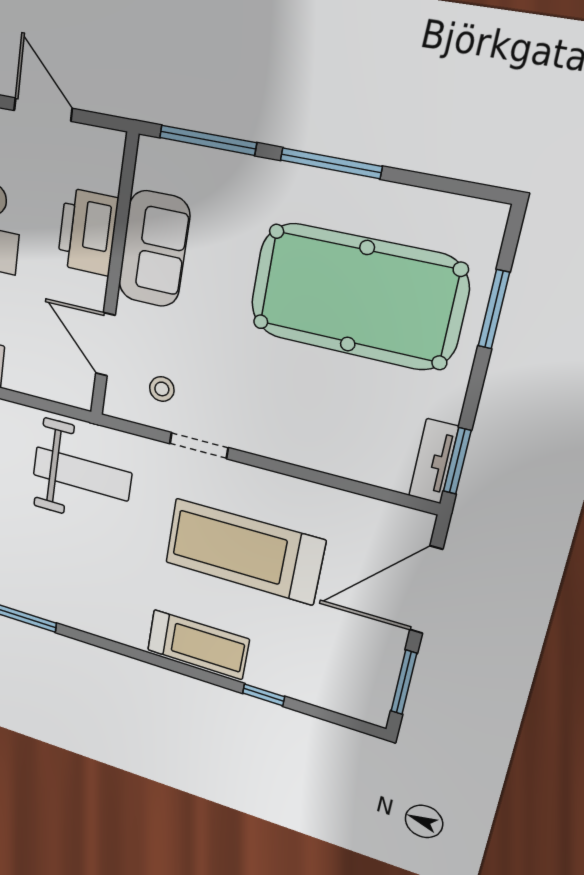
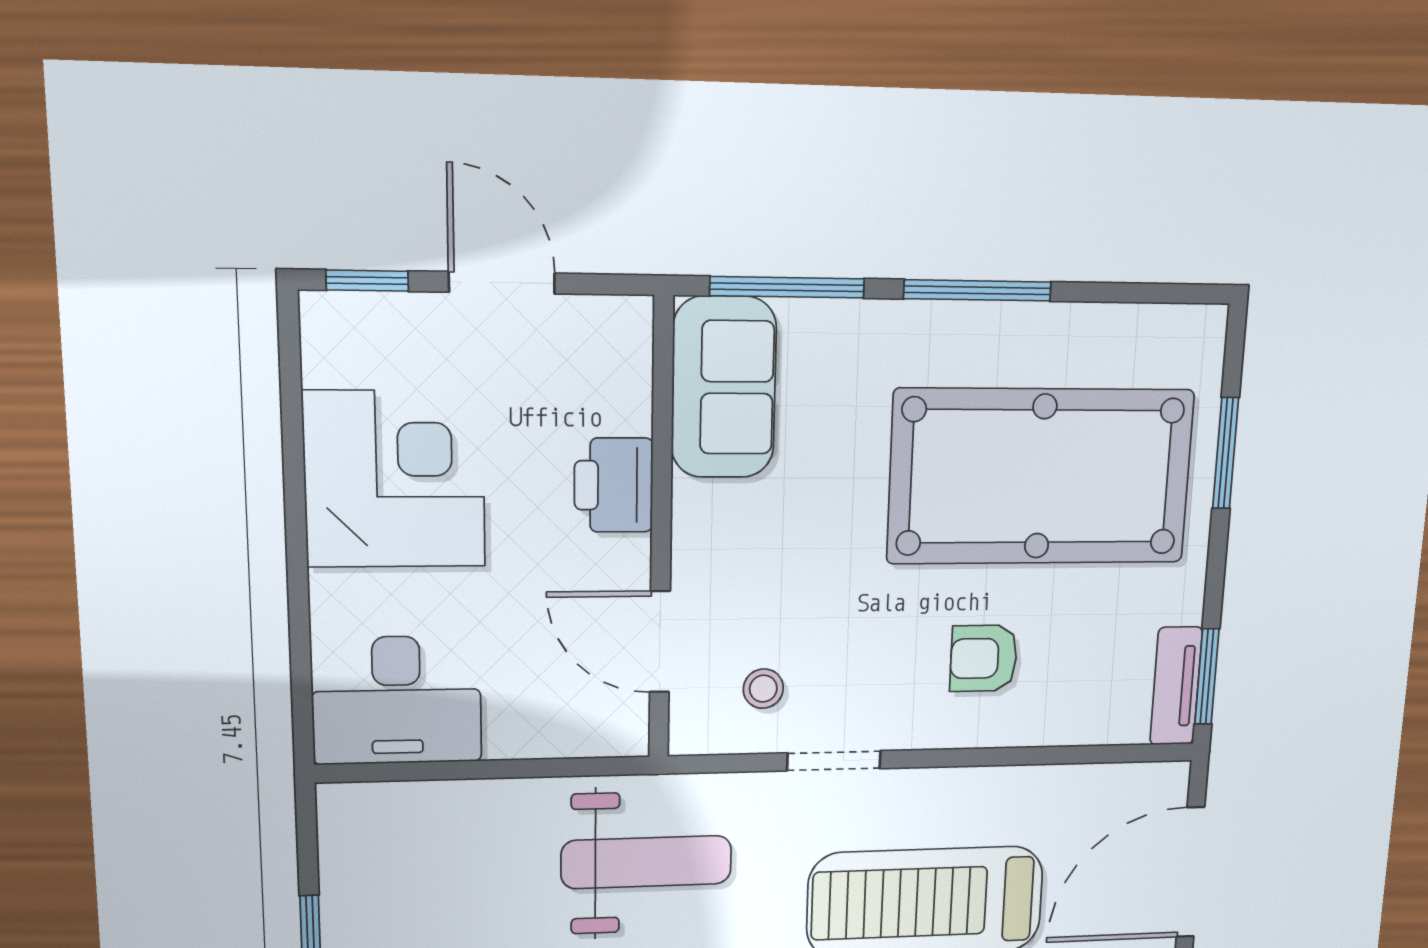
printer: (88, 232) -> (614, 485), width x0.73, depth x0.84
sofa: (154, 249) -> (724, 387), moved
armchair: (302, 407) -> (984, 658), added

